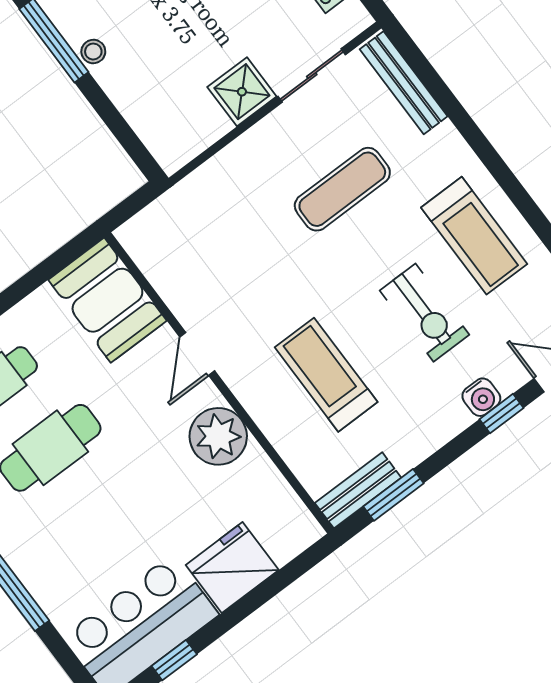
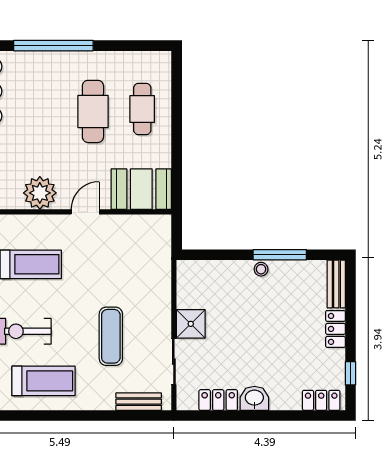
bench: (404, 83) -> (139, 402), width x0.73
treadmill: (474, 236) -> (43, 381), turned 180
door: (197, 354) -> (85, 212), hinge flipped

